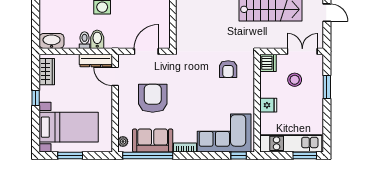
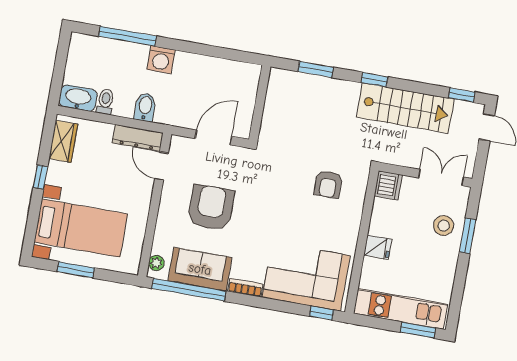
toilet: (85, 40) -> (105, 102), moved
stool: (295, 80) -> (444, 226), moved

